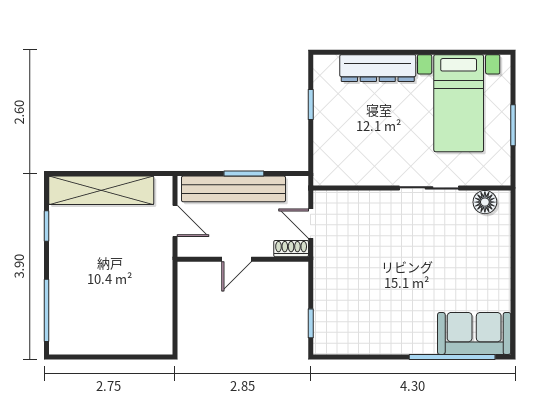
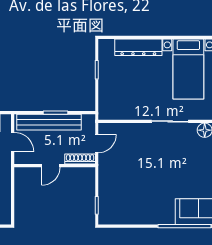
door: (311, 224) -> (97, 144), swing flipped
shoe rack: (291, 249) -> (80, 159), width x1.43

